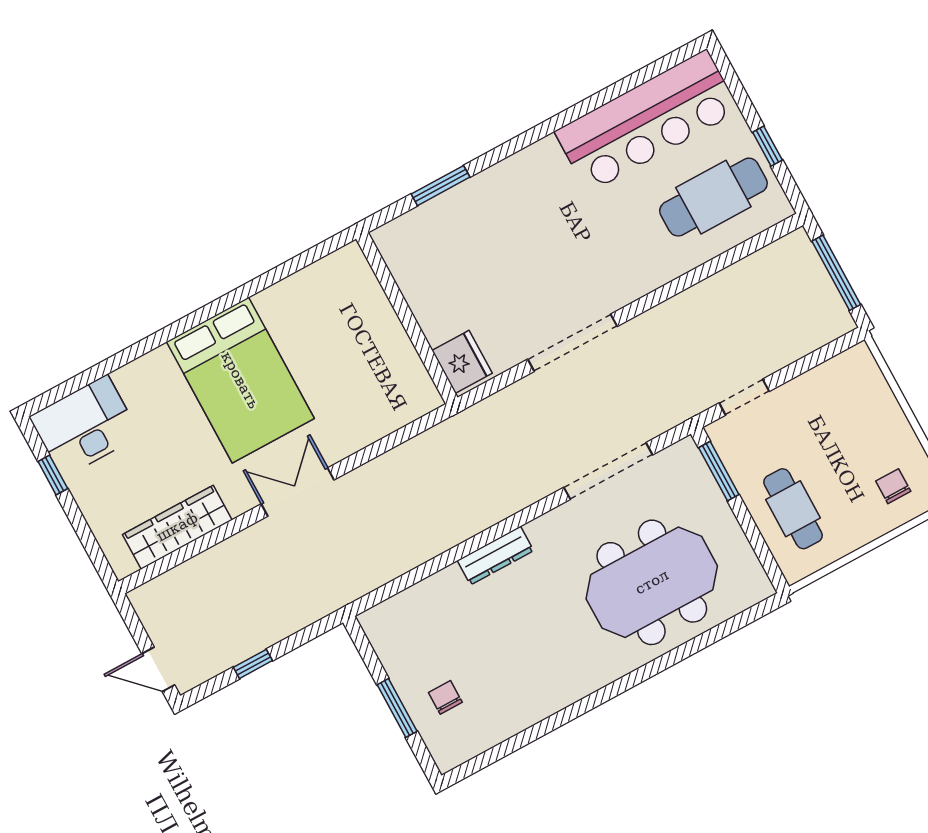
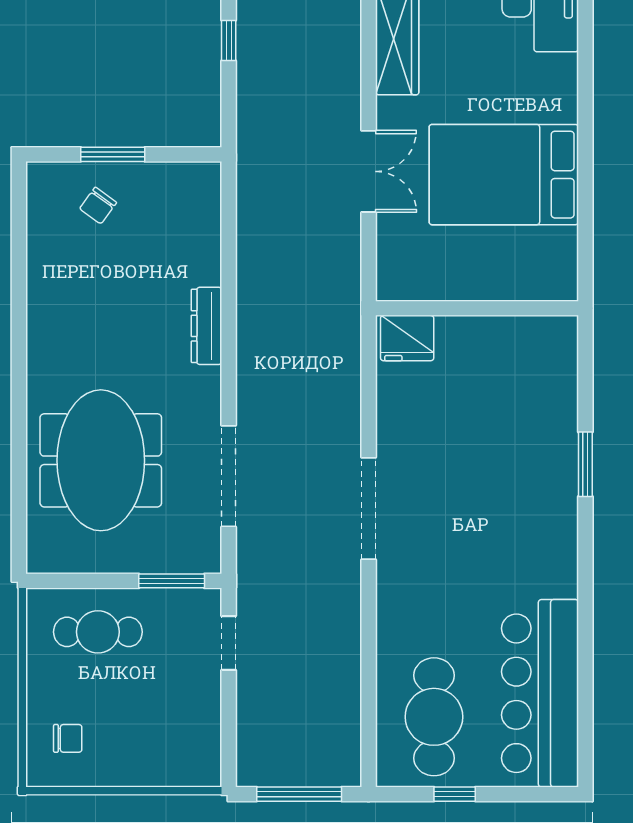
wall: (407, 318) -> (477, 308), moved
fridge: (462, 362) -> (407, 338), moved
chair: (445, 697) -> (98, 206), turned 126

